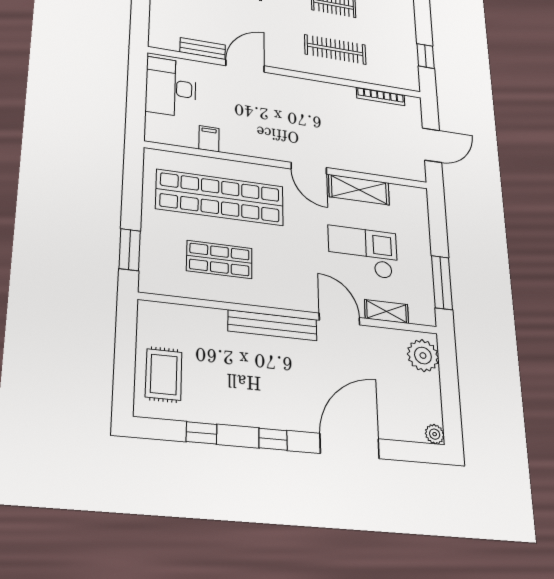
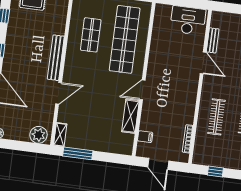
filing cabinet: (209, 139) -> (145, 137), moved
checkout: (363, 252) -> (95, 112), removed
shelving: (387, 311) -> (60, 135), moved

